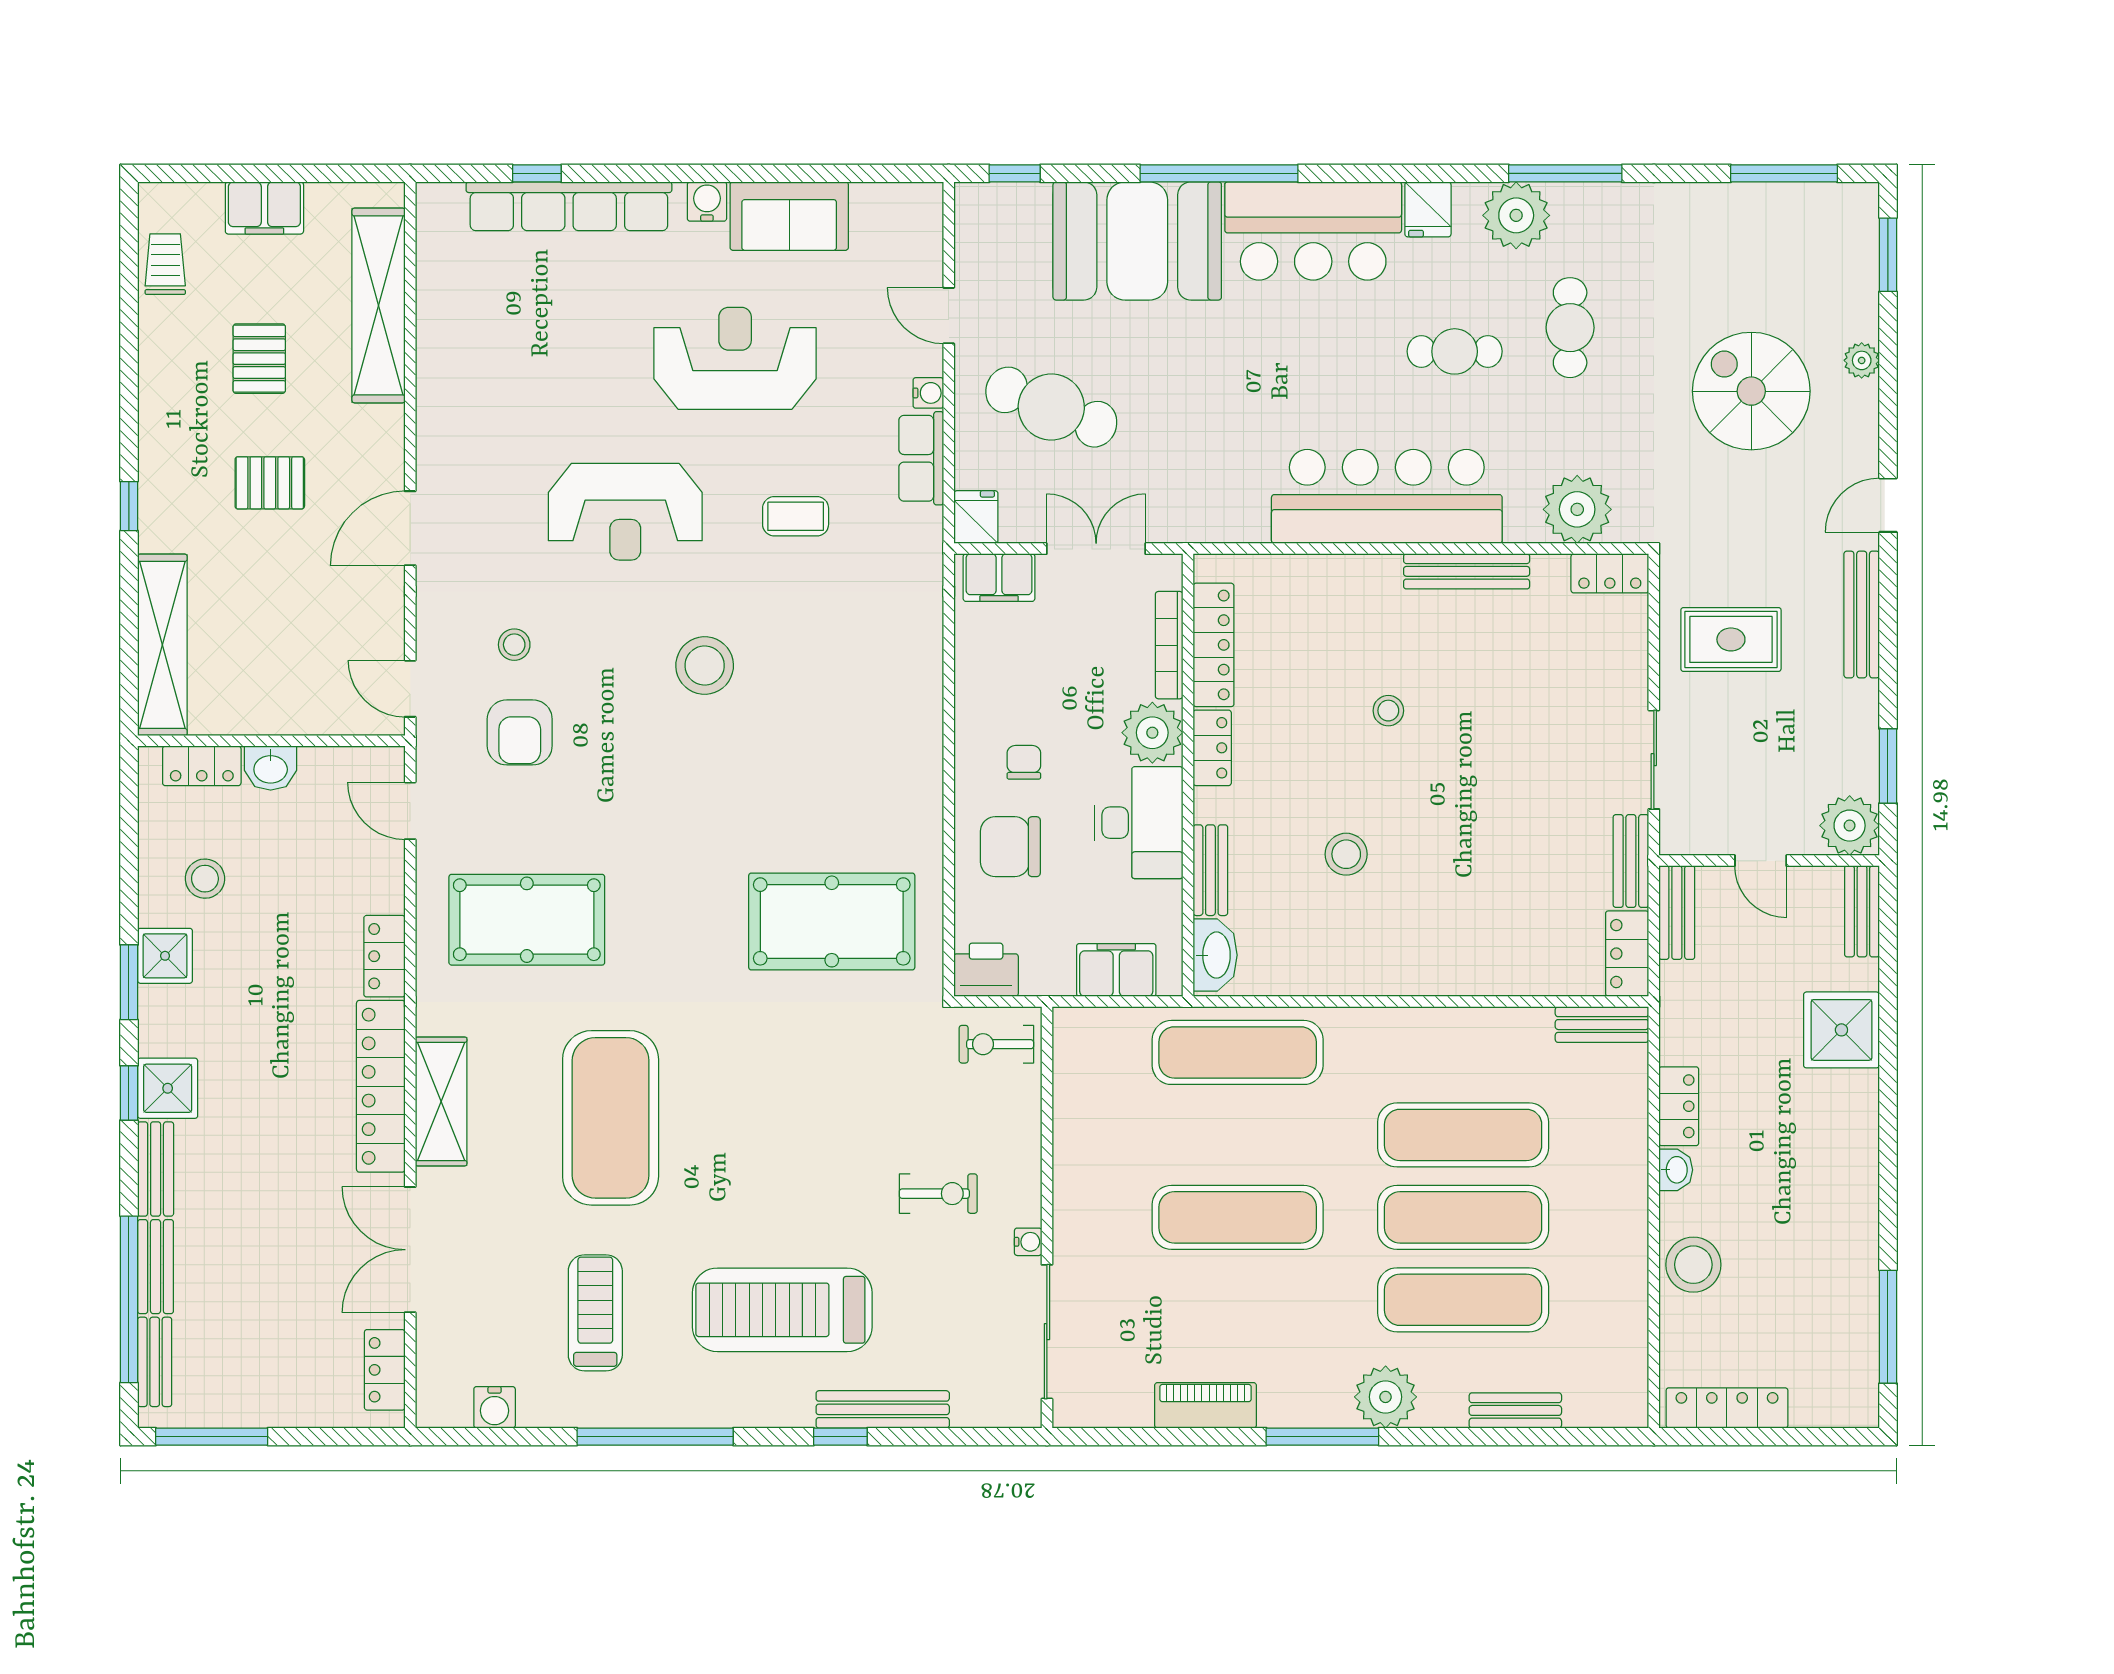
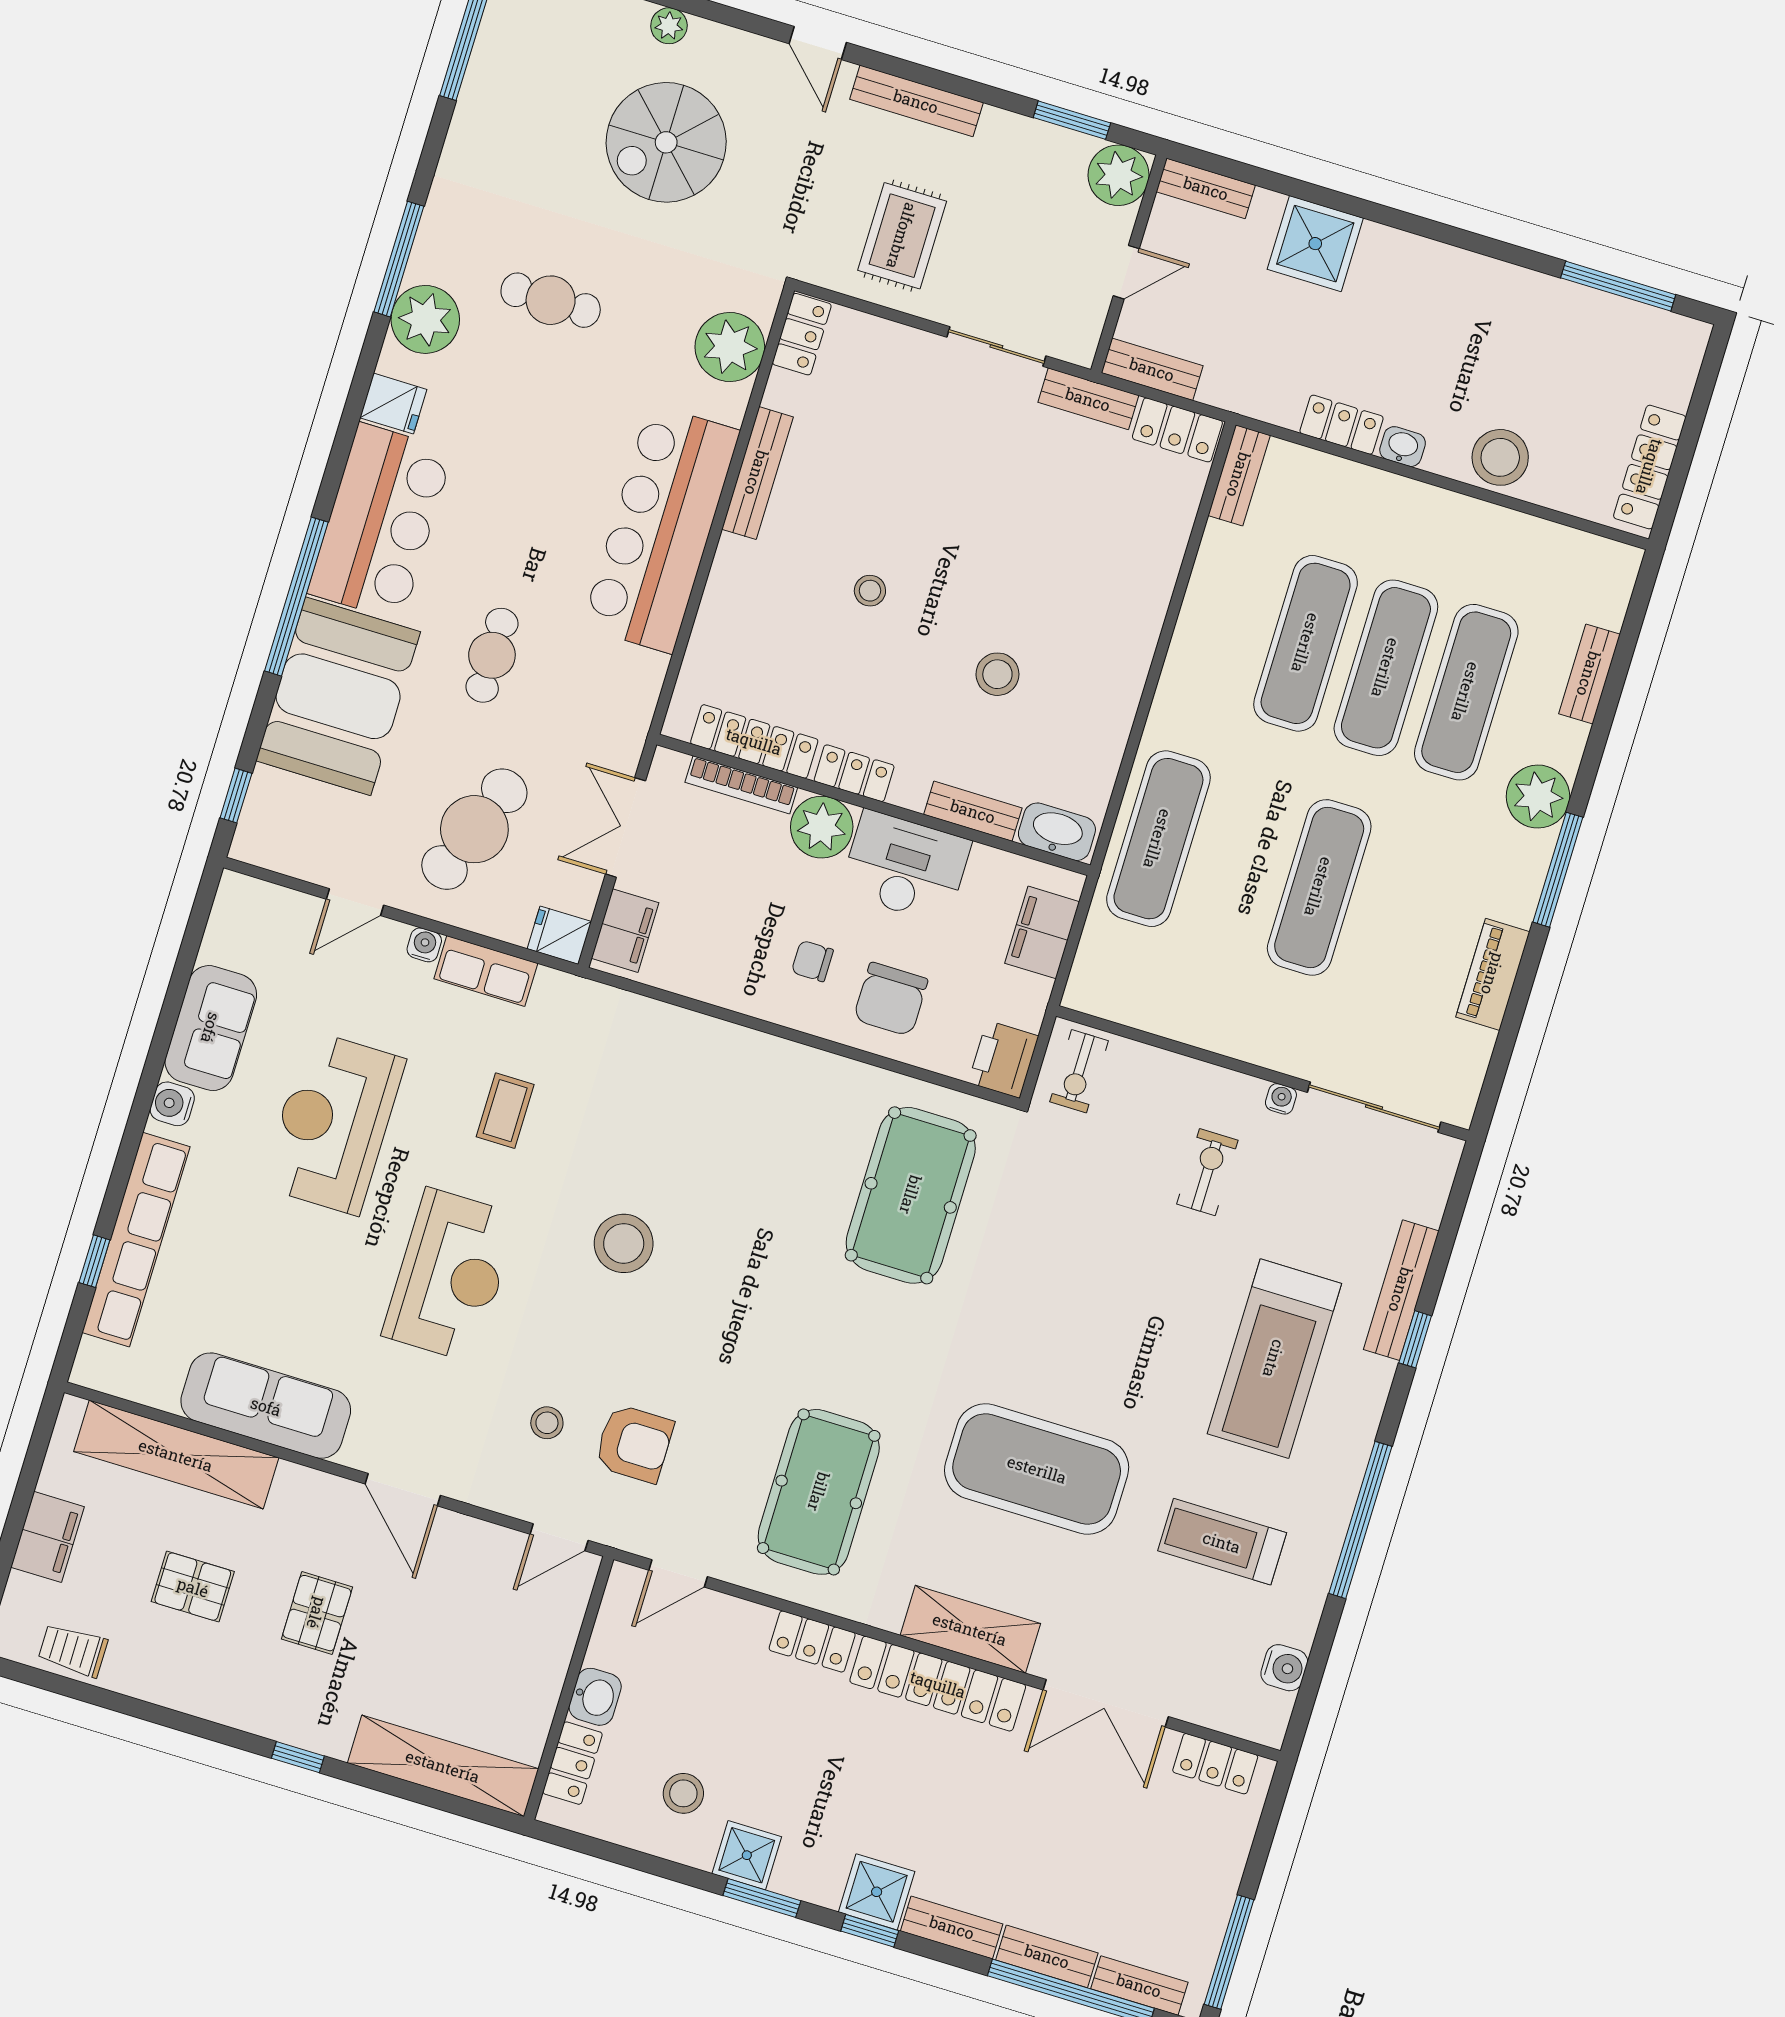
cafe table: (1455, 351) -> (492, 655), moved
sofa: (450, 376) -> (266, 1406), added

